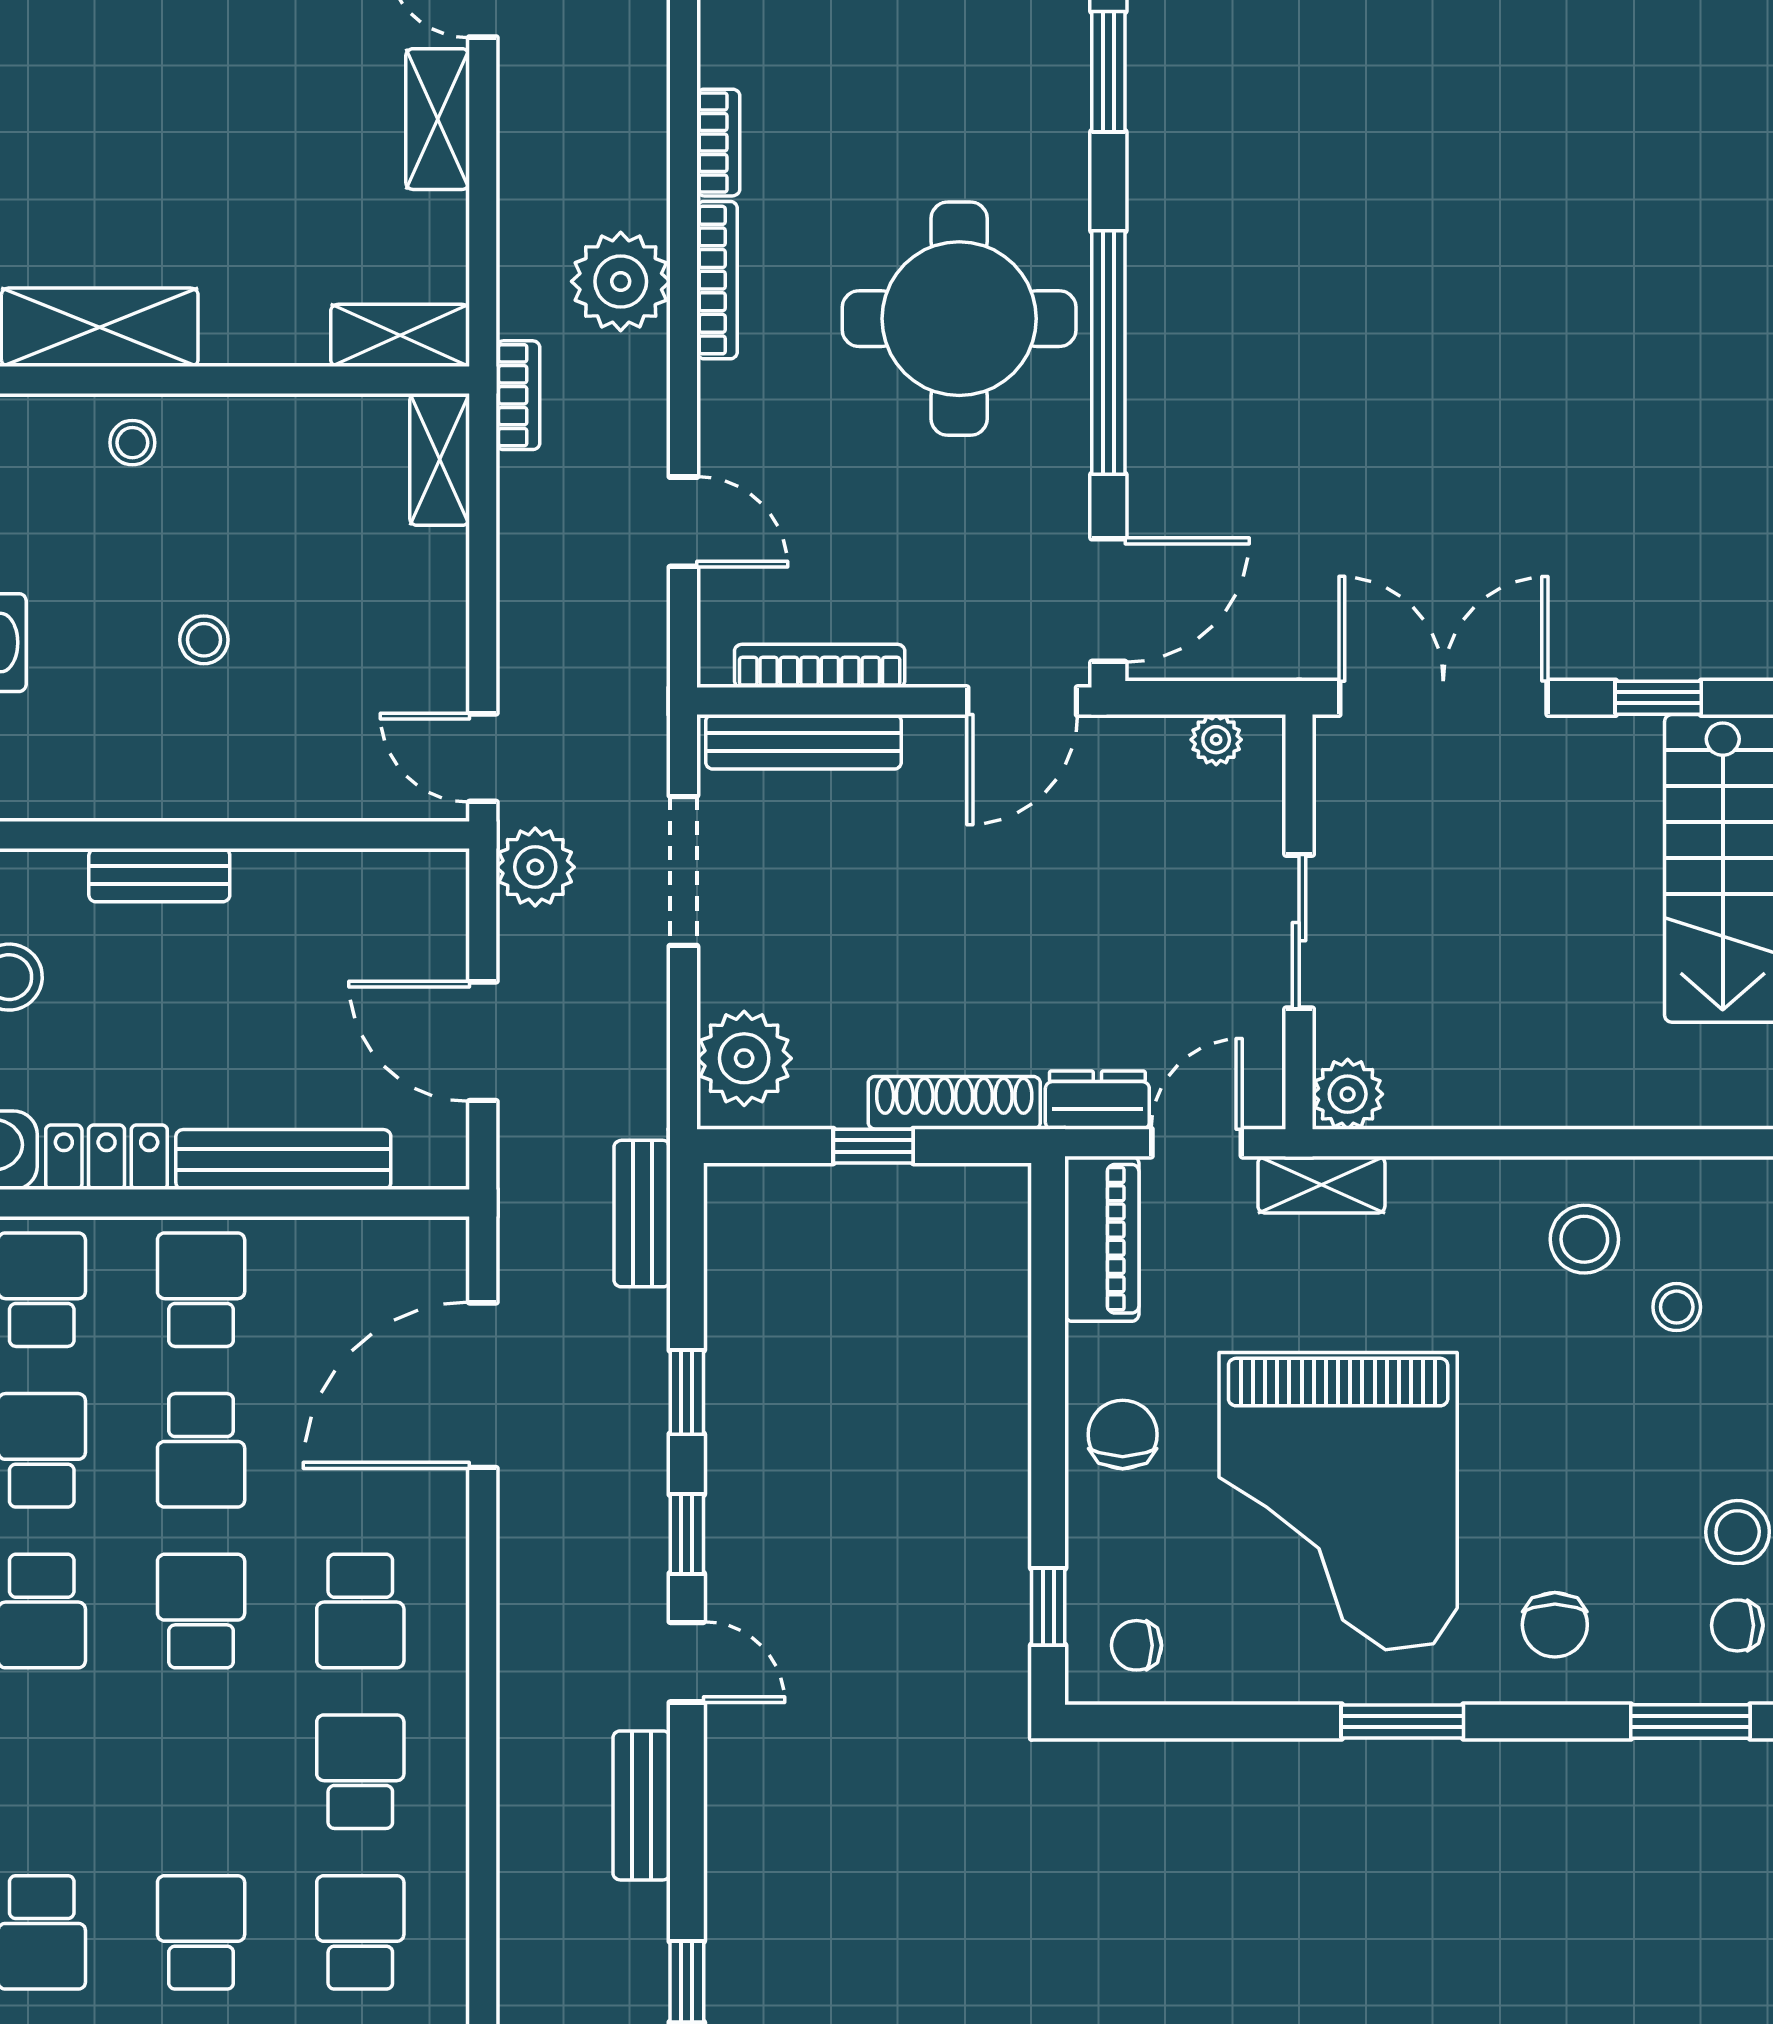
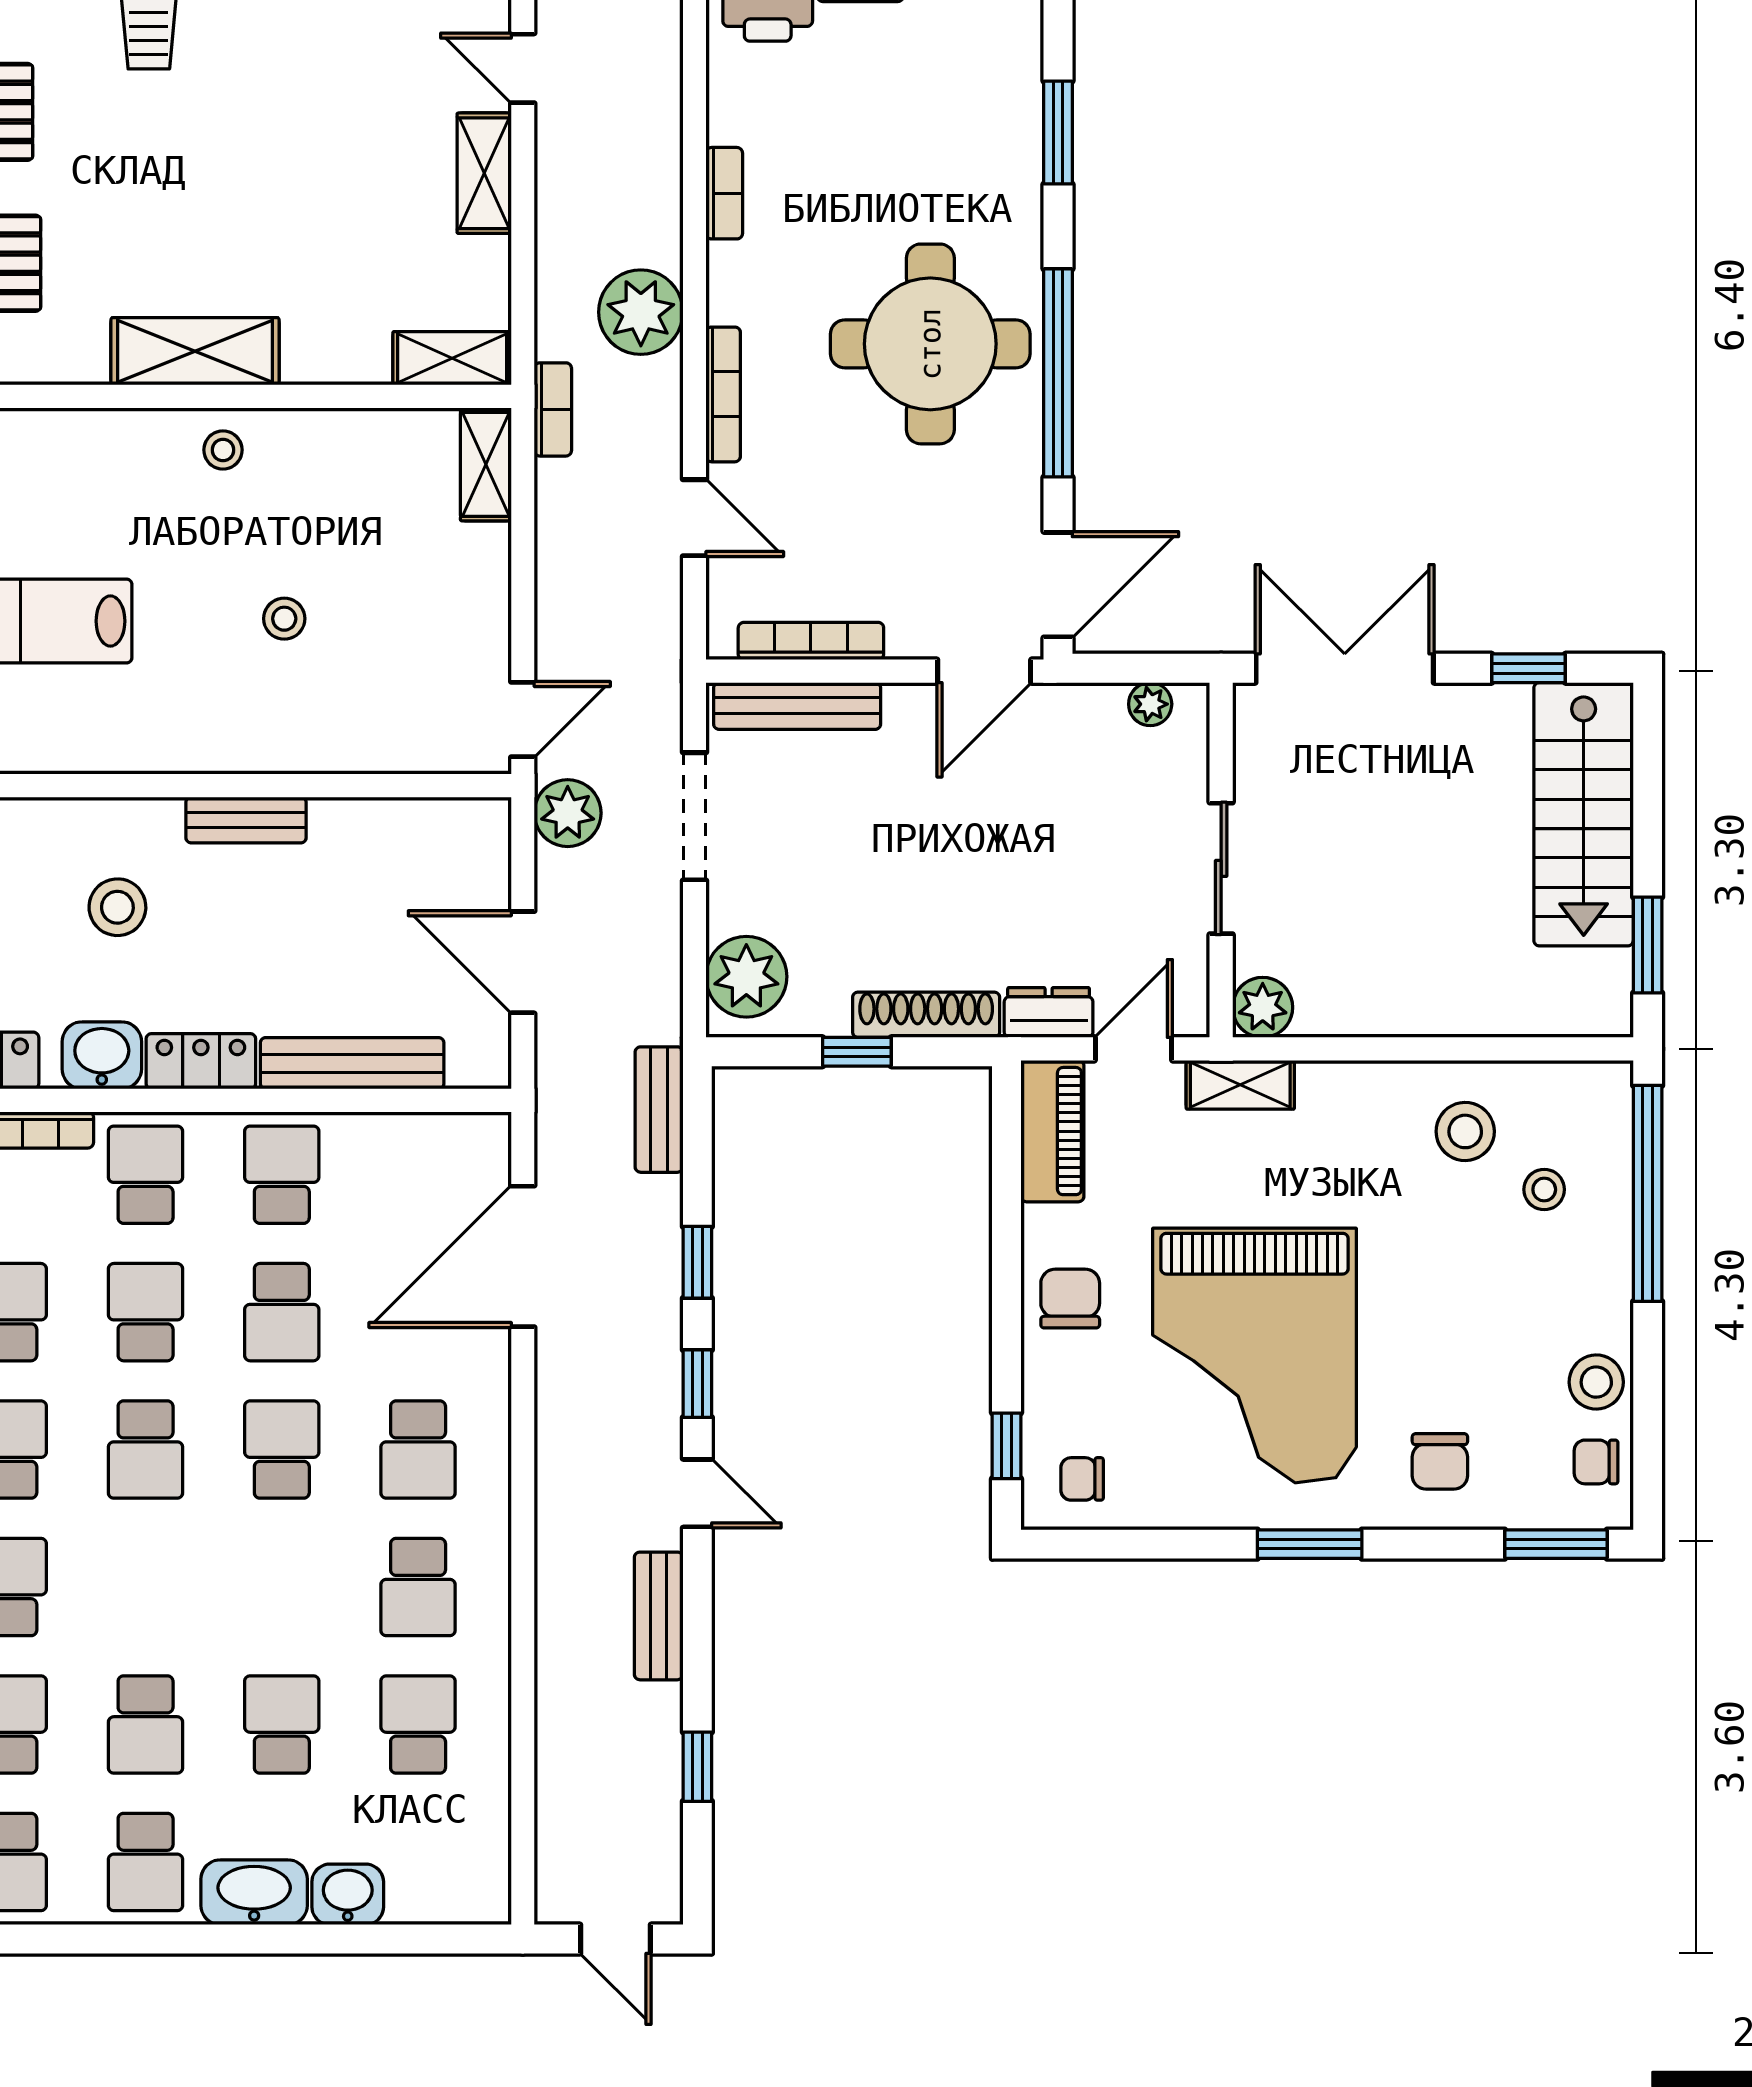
bookcase: (717, 280) -> (723, 394), moved
door: (483, 758) -> (523, 719), swing flipped
school desk: (360, 1772) -> (418, 1587), turned 180

